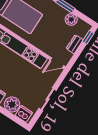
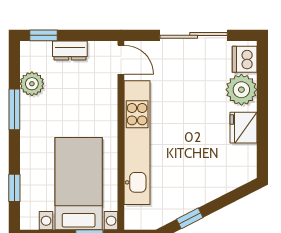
sliding door: (47, 99) -> (194, 35), width x1.37

